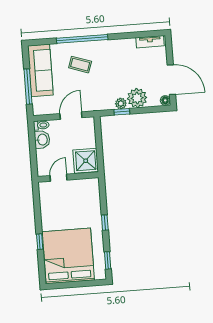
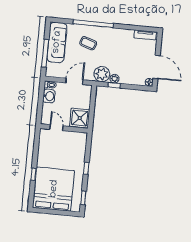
plant: (137, 98) -> (102, 74), moved
door: (58, 178) -> (56, 128), hinge flipped

